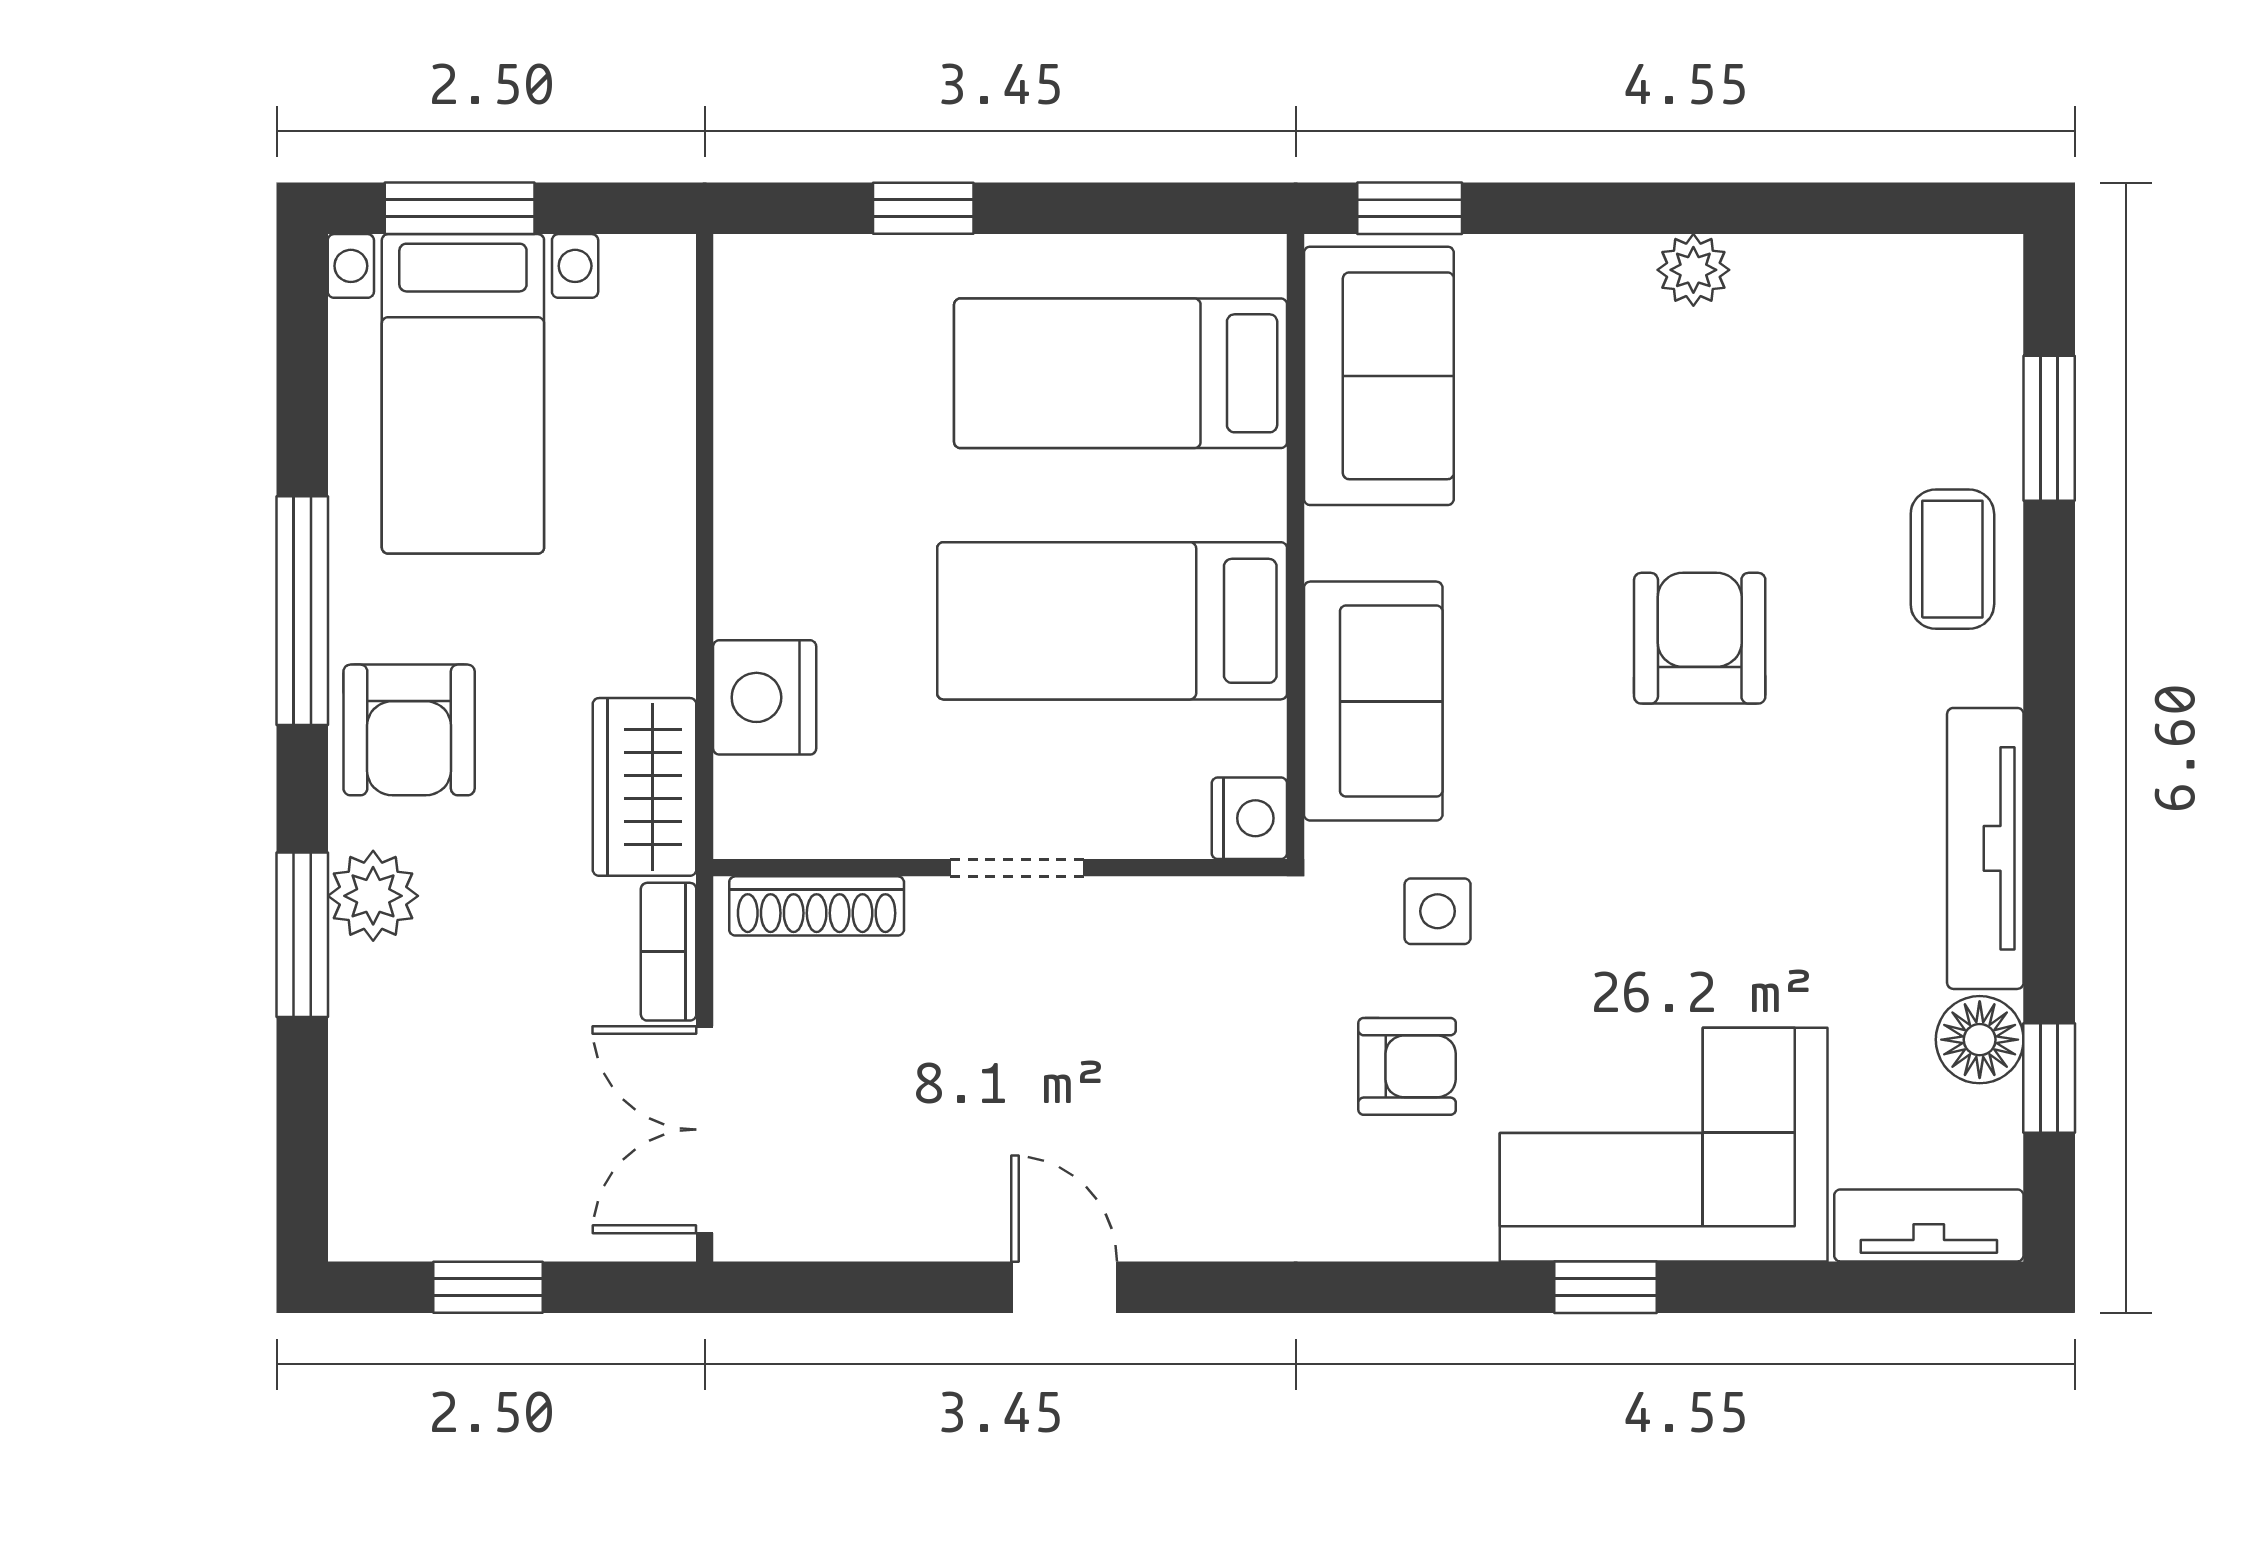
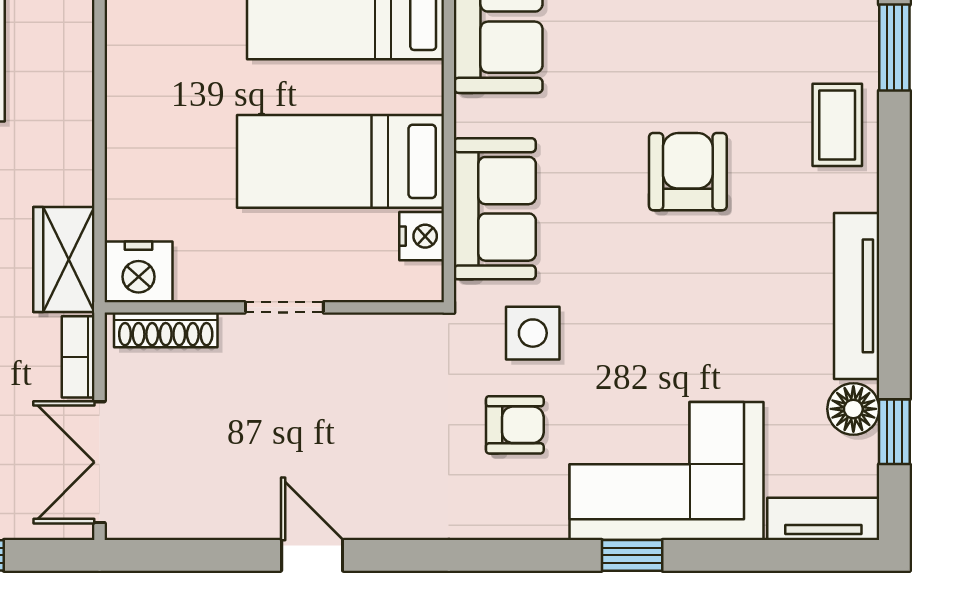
nightstand: (765, 697) -> (139, 272), moved, turned -90
nightstand: (1249, 818) -> (422, 236), moved
side table: (1438, 911) -> (533, 333), width x1.37, depth x1.37

